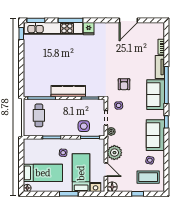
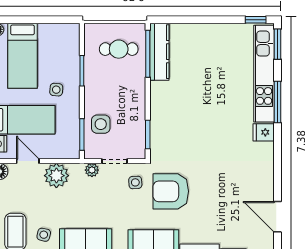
door: (128, 20) -> (277, 217), moved
armchair: (124, 84) -> (171, 191), width x1.88, depth x1.88
kitchen counter: (68, 91) -> (159, 52), moved
door: (106, 170) -> (28, 161), swing flipped

